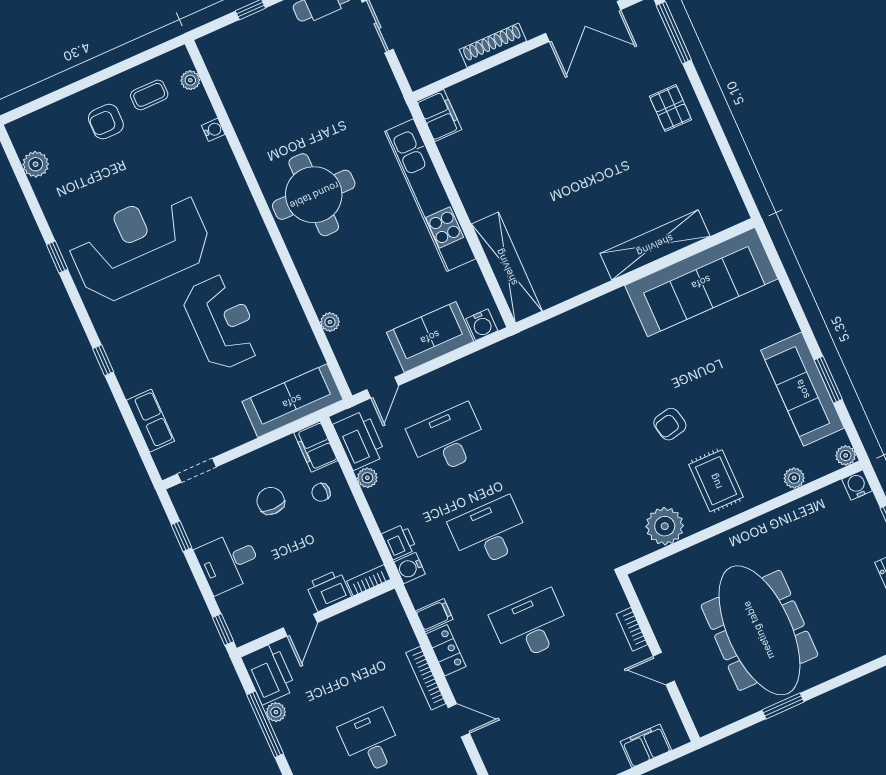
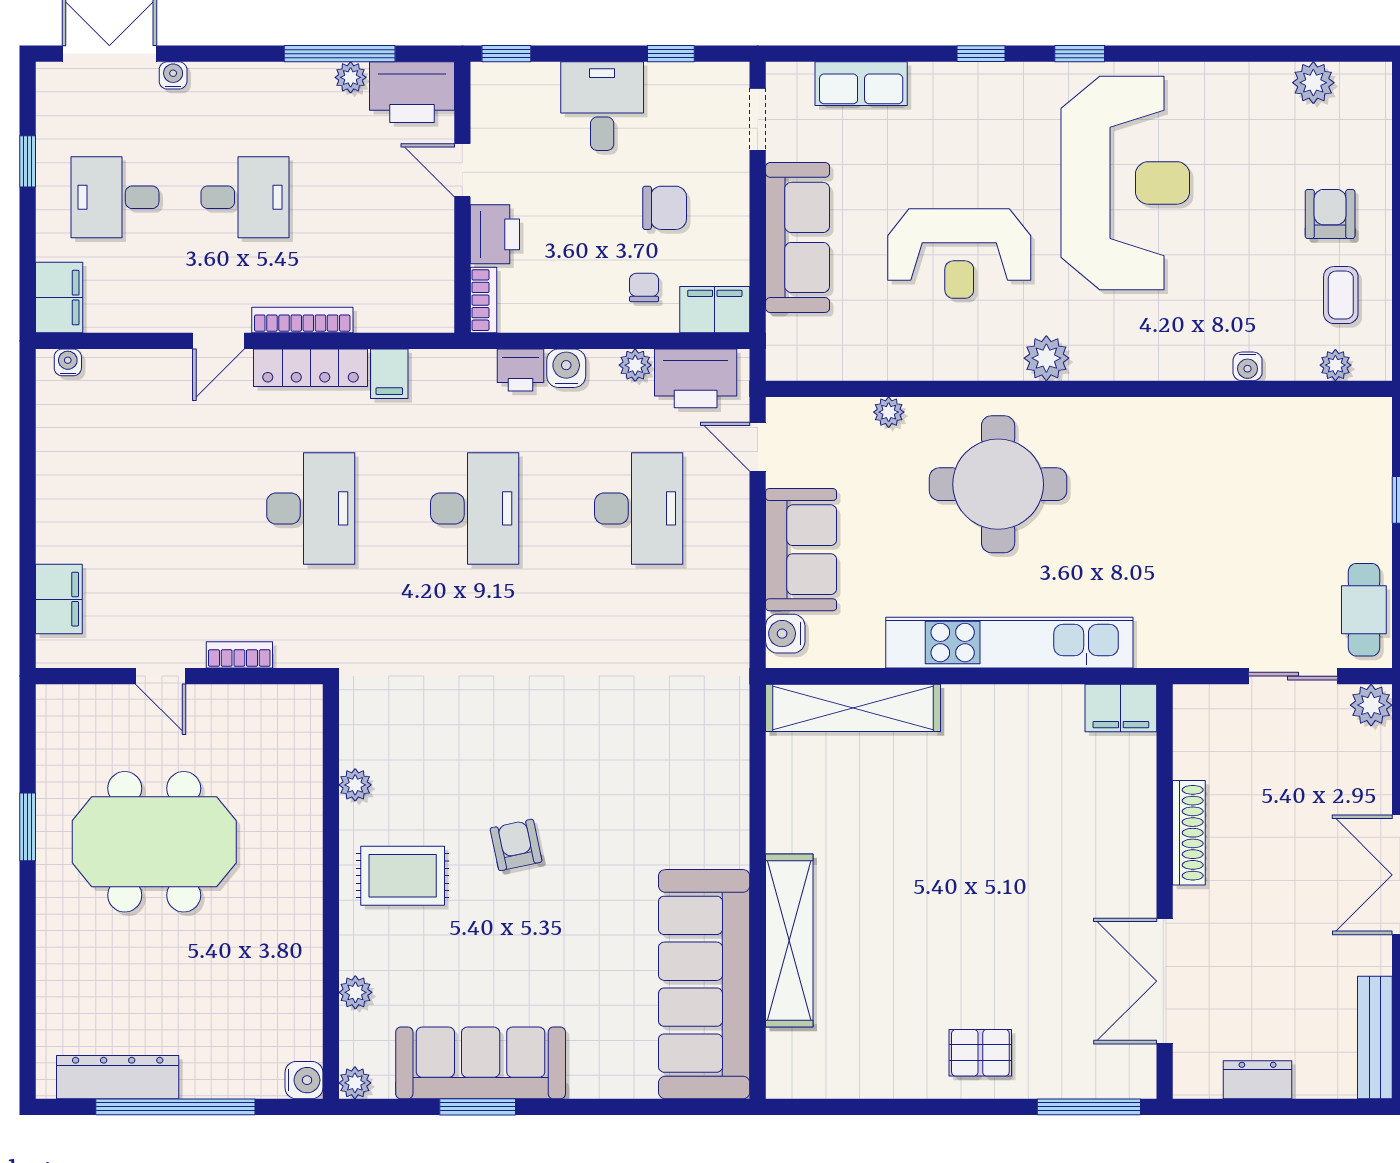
round table: (314, 195) -> (998, 484), moved
plant: (259, 246) -> (1046, 358), added
window: (57, 257) -> (1080, 54), moved
sofa: (292, 401) -> (798, 237), moved
plant: (665, 526) -> (355, 785), width x0.53, depth x0.53
water cooler: (410, 568) -> (566, 368), moved
meeting table: (759, 630) -> (154, 842), width x0.73
locker: (446, 650) -> (311, 368), width x1.53
door: (664, 669) -> (161, 676), swing flipped

